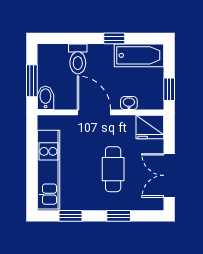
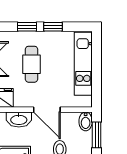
washbasin: (129, 103) -> (19, 119), width x1.91, depth x1.45
window: (71, 216) -> (53, 27), moved

